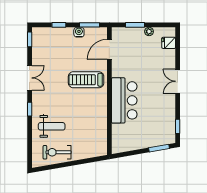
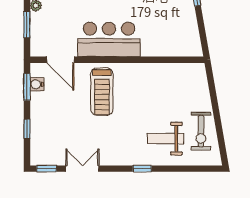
water cooler: (79, 32) -> (37, 84), moved
double door: (30, 78) -> (82, 169), moved
bar counter: (124, 100) -> (109, 39), moved
weight bench: (52, 126) -> (165, 139), turned -90

